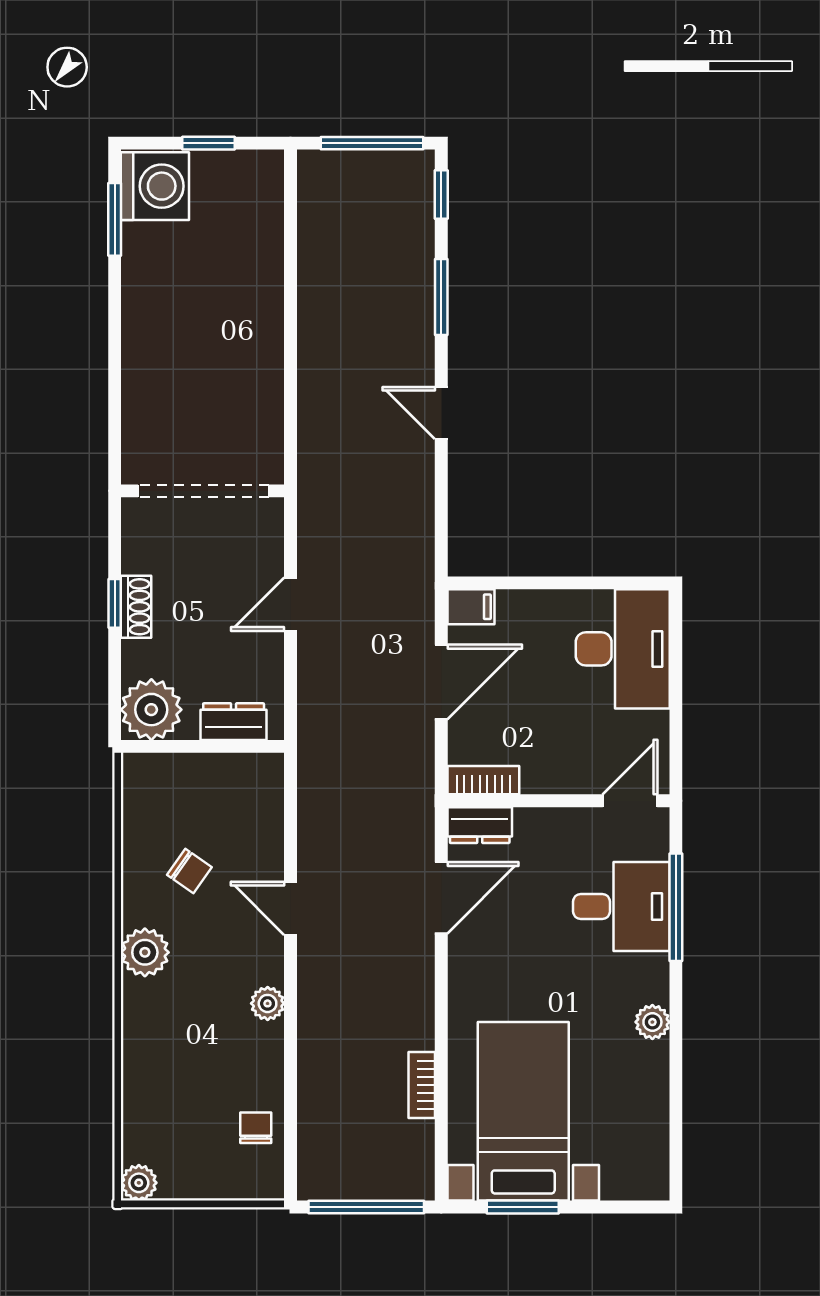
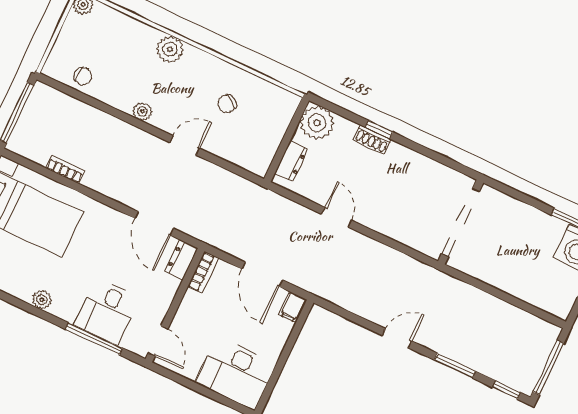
doorway: (203, 491) -> (460, 222), moved
wall: (203, 491) -> (461, 222), moved
plant: (145, 952) -> (170, 49), moved

